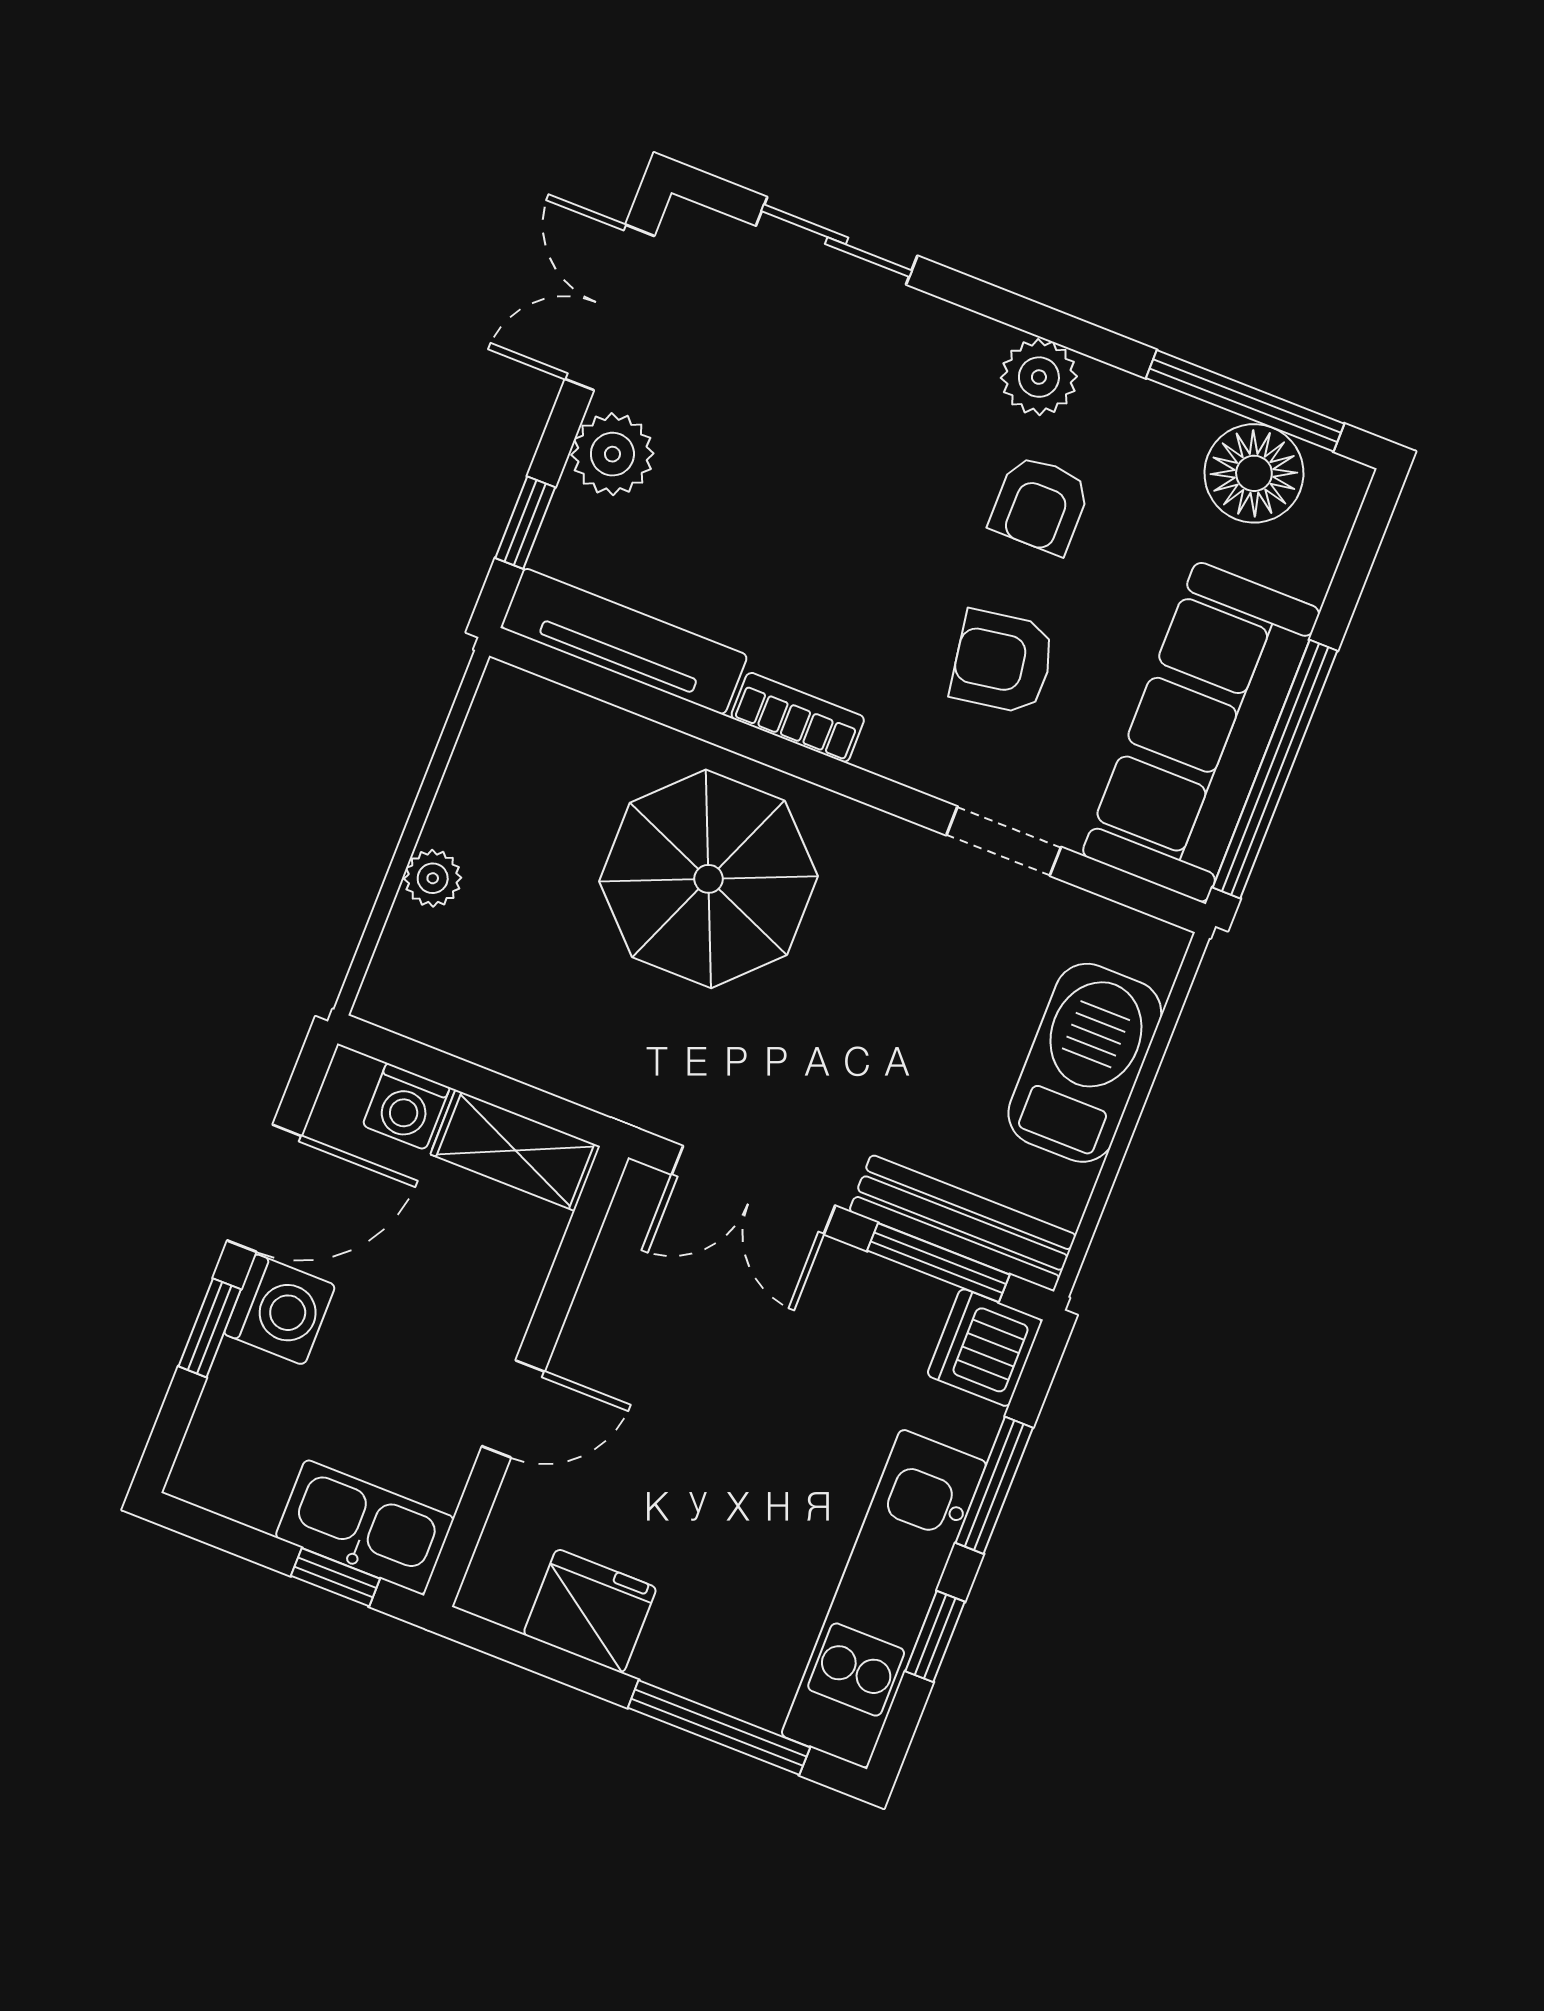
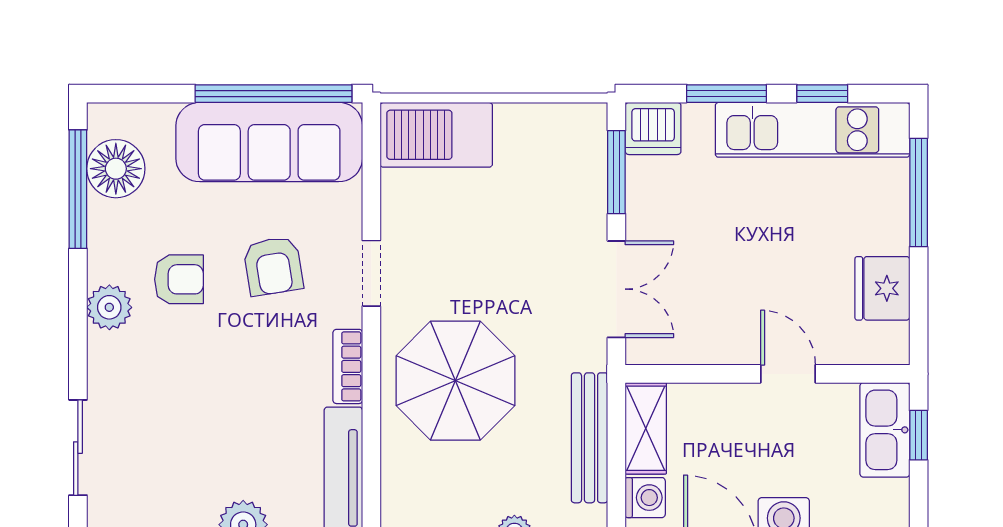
doorway: (1004, 841) -> (371, 273), moved
barbecue: (1085, 1063) -> (436, 135), moved
bench: (963, 1223) -> (590, 438), moved

